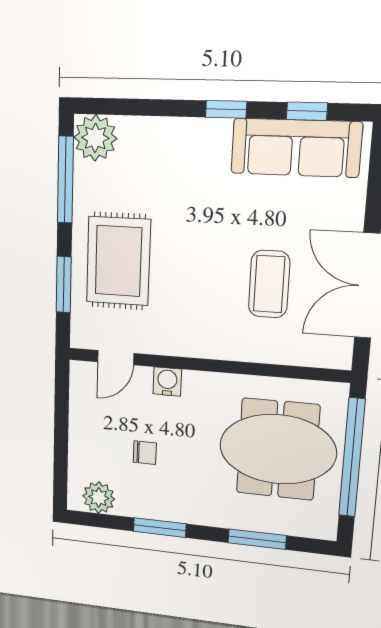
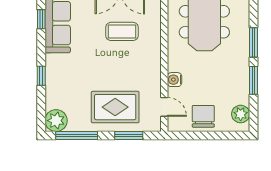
window: (226, 109) -> (41, 76), moved
chair: (145, 453) -> (203, 116), moved, width x1.87, depth x1.87
window: (257, 539) -> (253, 42), moved

